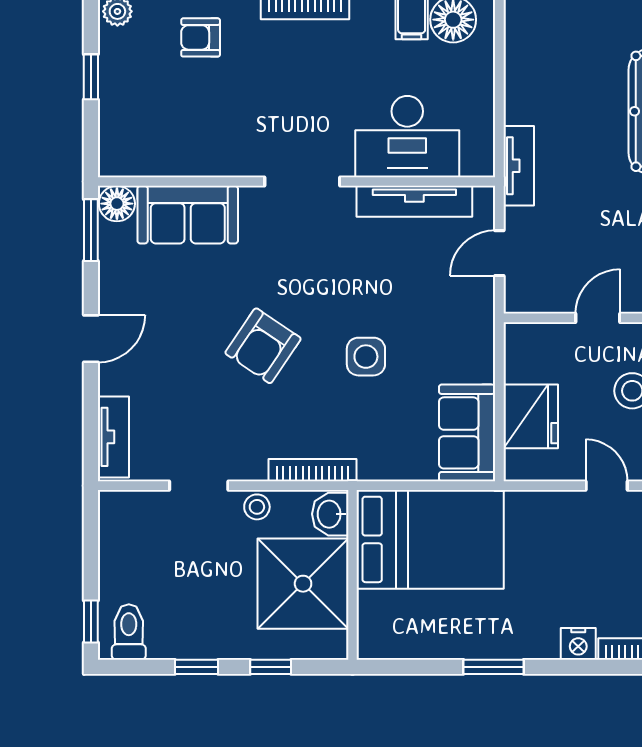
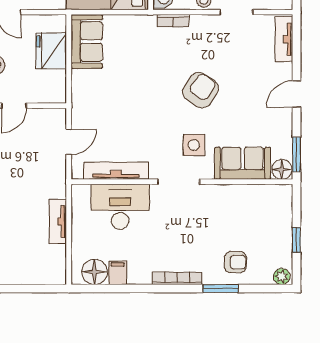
tv unit: (519, 166) -> (58, 222), moved
side table: (366, 357) -> (194, 145), moved
bookcase: (312, 470) -> (173, 21), width x0.64

